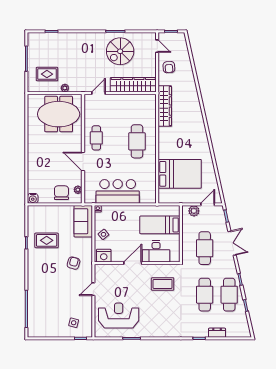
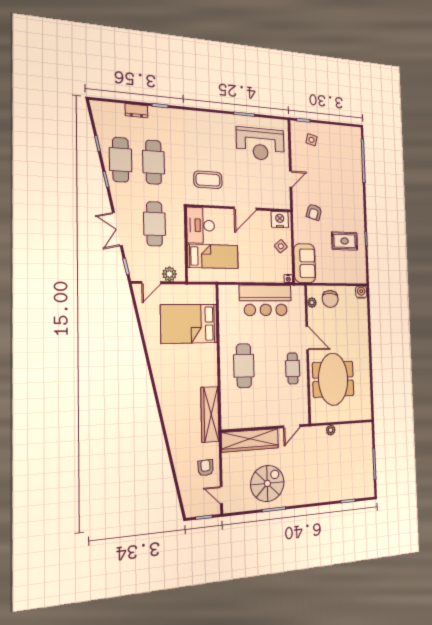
rug: (47, 74) -> (351, 446), removed
meeting table: (59, 114) -> (333, 379), moved, turned 90
desk: (156, 251) -> (201, 225), moved, turned -90

